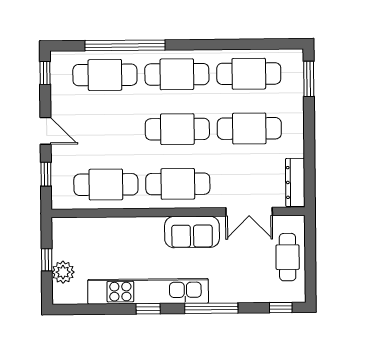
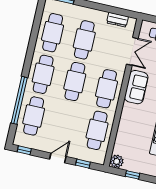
dresser: (295, 182) -> (117, 20), width x0.70
plant: (63, 272) -> (117, 161), moved

